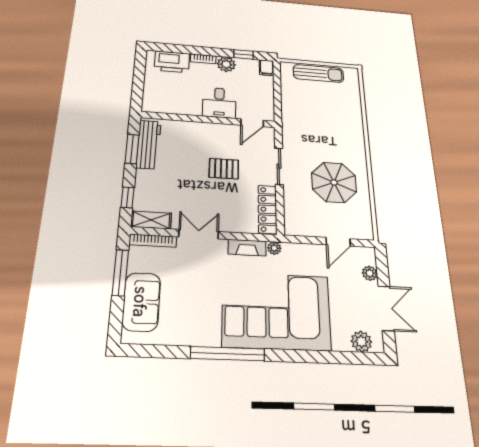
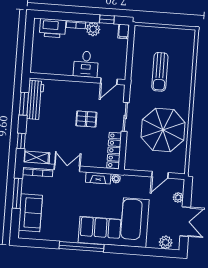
sun lounger: (318, 73) -> (160, 72), moved, turned 90
parasol: (334, 182) -> (163, 130), width x1.36, depth x1.36

